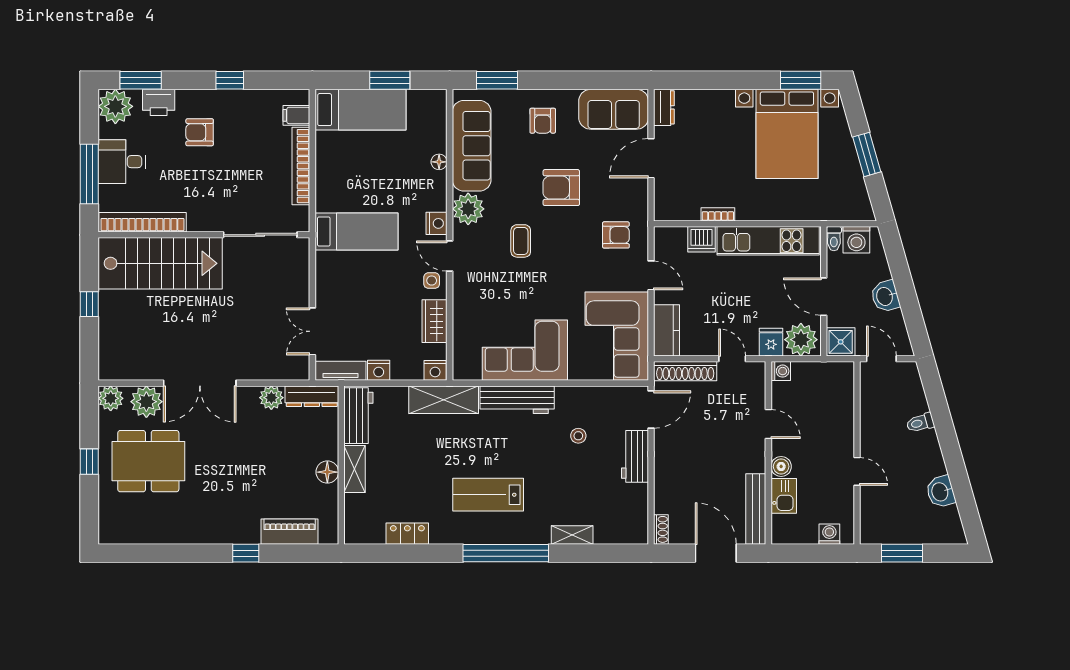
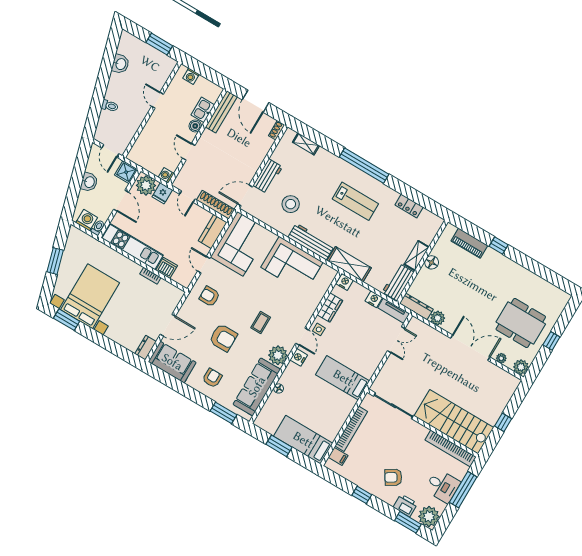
armchair: (200, 132) -> (393, 477), turned 148
plant: (146, 402) -> (501, 358), width x0.53, depth x0.53
stool: (578, 436) -> (291, 204), width x1.89, depth x1.89
shelving: (572, 535) -> (306, 144), moved

